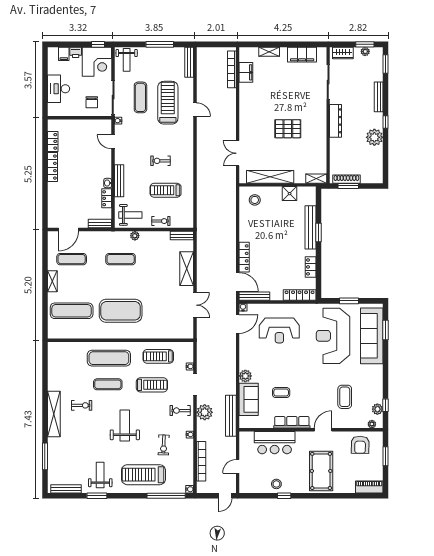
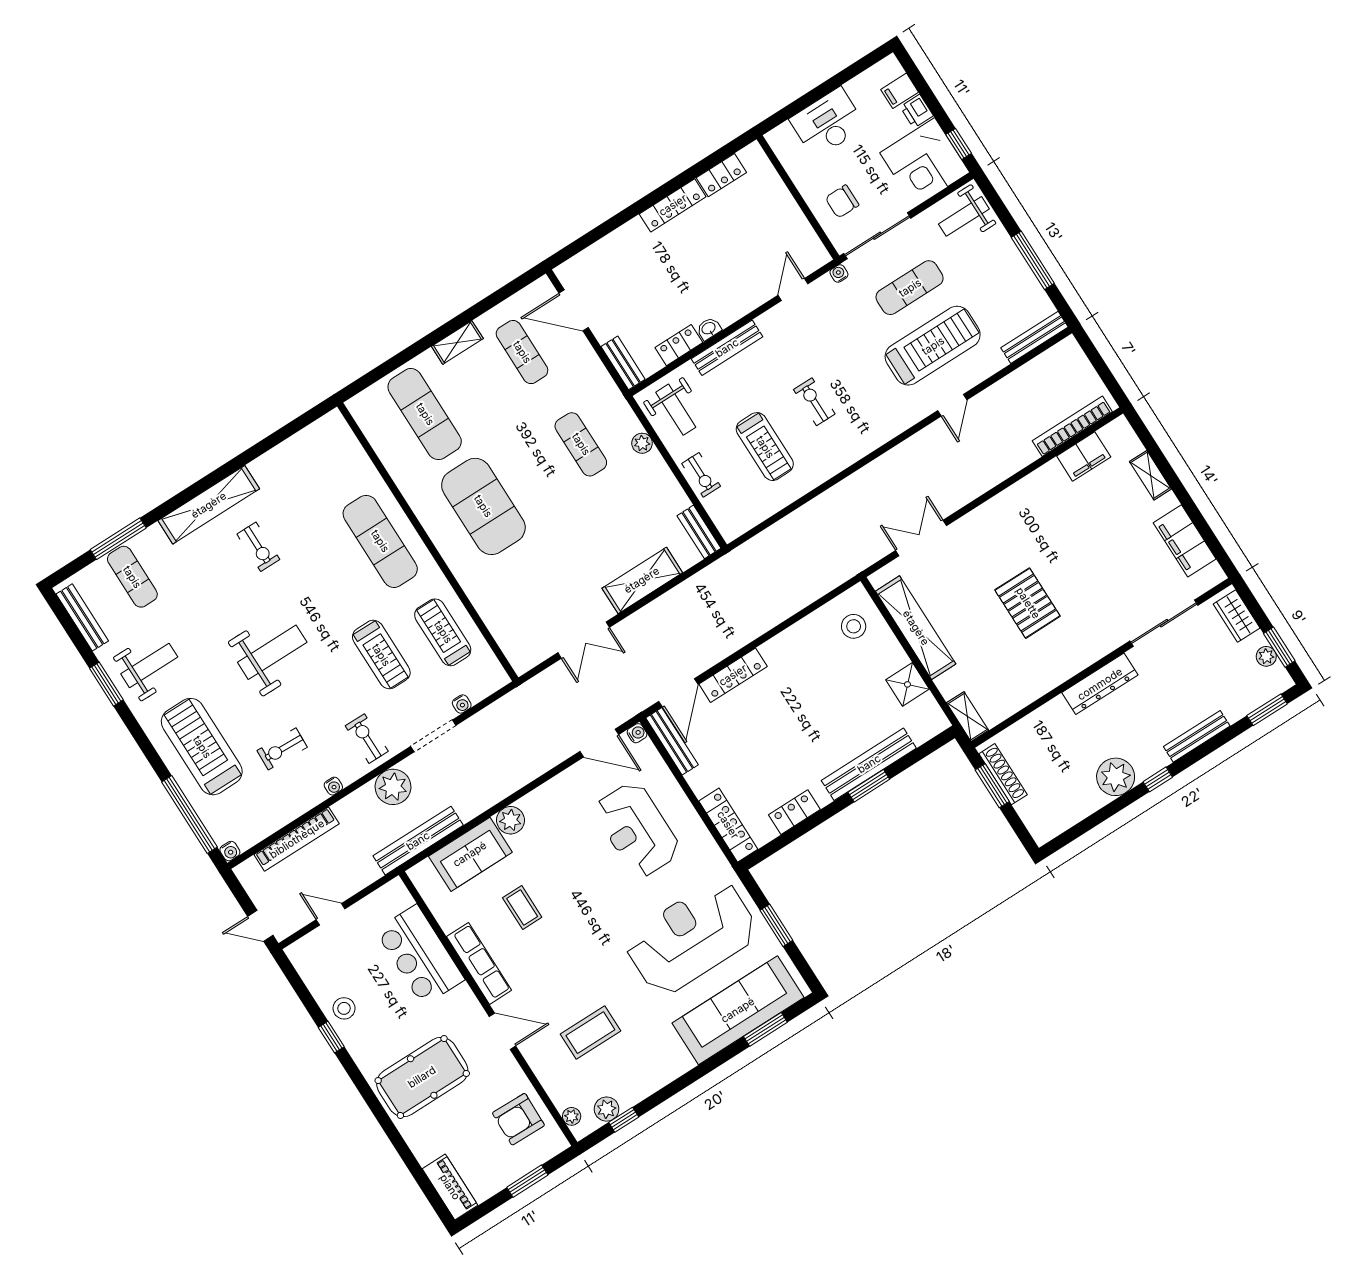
treadmill: (166, 190) -> (765, 447), turned 180
exercise mat: (108, 384) -> (132, 577), moved

